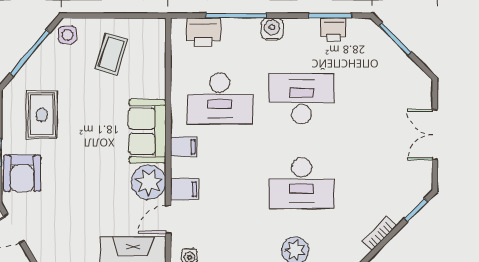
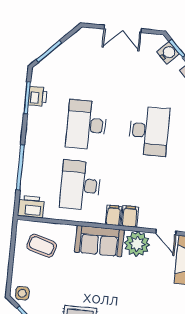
water cooler: (272, 29) -> (168, 53), moved, turned 135
printer: (203, 32) -> (31, 207), moved, turned -90
coffee table: (111, 54) -> (42, 246), moved
desk: (220, 99) -> (80, 185), turned 180
filing cabinet: (185, 189) -> (130, 216), moved

